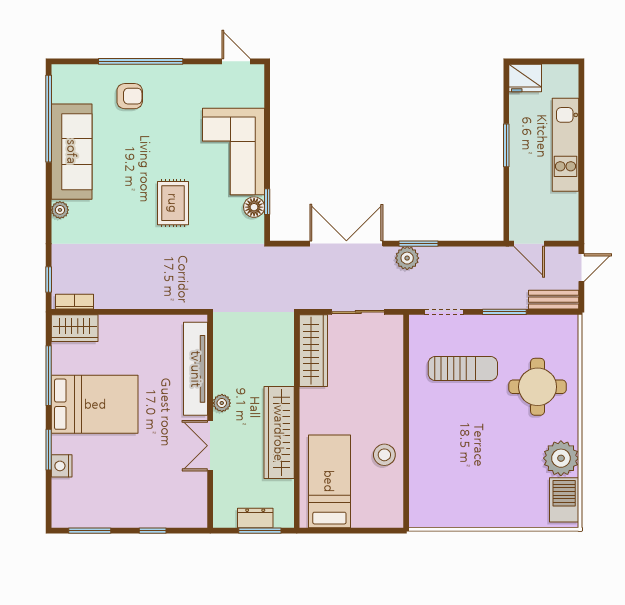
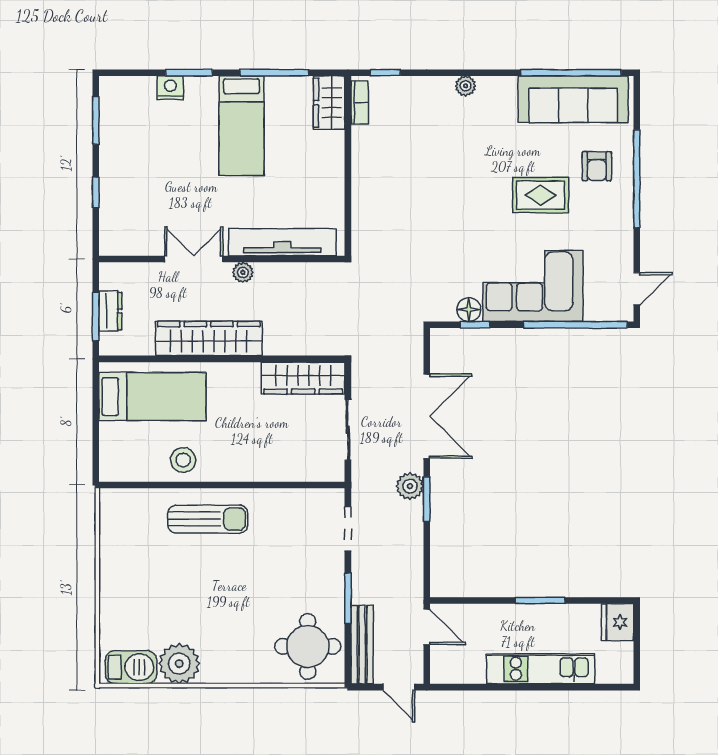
window: (267, 115) -> (575, 325), added
sofa: (72, 152) -> (573, 99), moved
rug: (173, 203) -> (541, 195), moved
door: (529, 244) -> (427, 627), swing flipped
bench: (554, 300) -> (362, 645), width x1.36
sun lounger: (463, 369) -> (208, 519), moved, turned -90
round table: (538, 387) -> (308, 646), moved
bed: (95, 404) -> (241, 126), width x0.67

